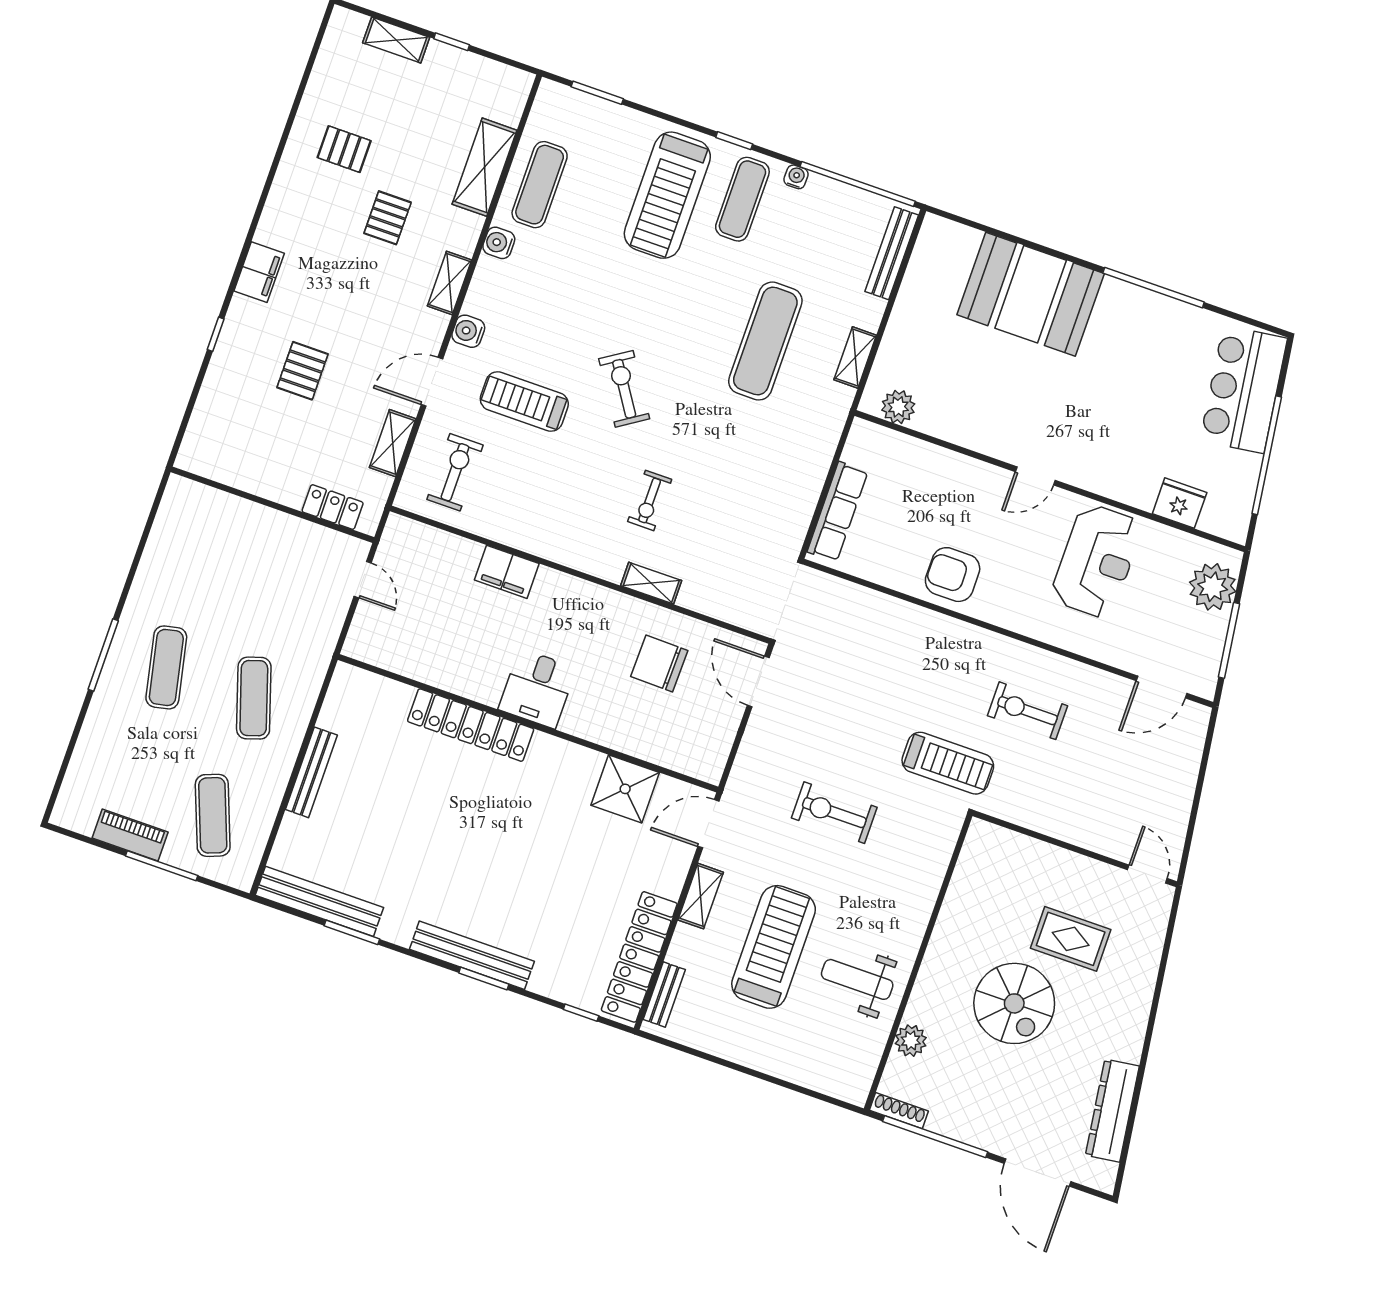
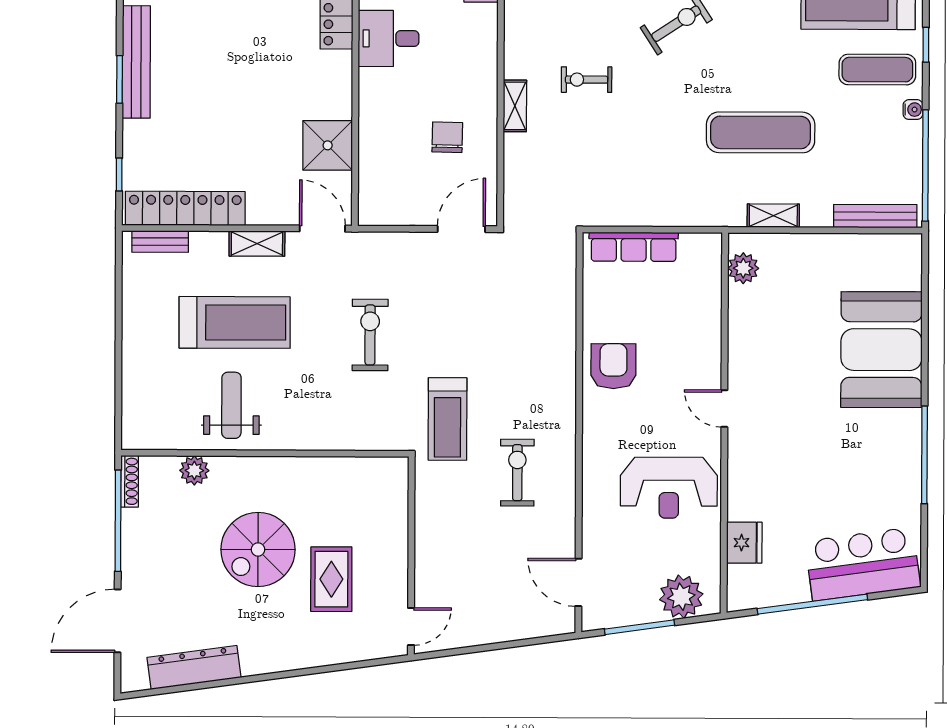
chair: (659, 664) -> (447, 137), width x0.73, depth x0.73

